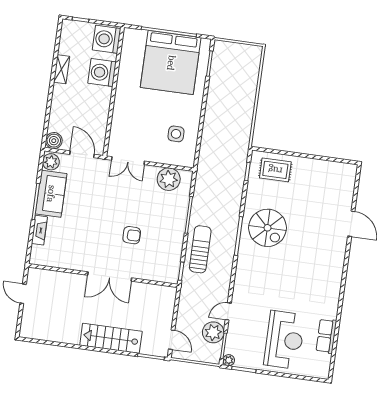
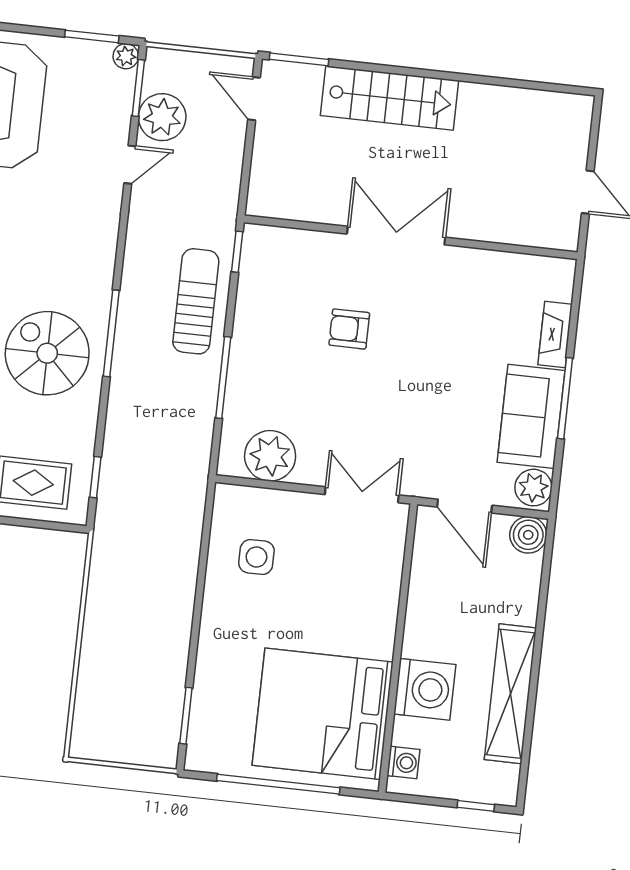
washing machine: (107, 39) -> (403, 762), width x0.53, depth x0.53
bed: (171, 63) -> (323, 714), moved, turned -90
shelving: (62, 69) -> (510, 694), width x2.20, depth x1.33
sun lounger: (200, 249) -> (196, 301), turned 180

